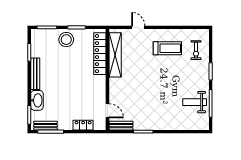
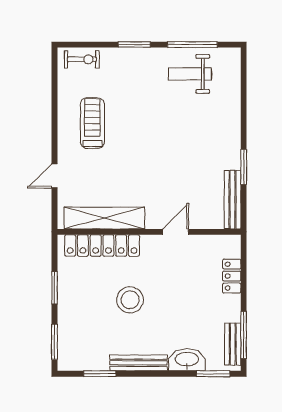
stool: (66, 40) -> (130, 300), moved
exercise bike: (196, 50) -> (82, 59), moved
weight bench: (195, 102) -> (190, 74), turned 90
door: (107, 111) -> (176, 232), moved
bench: (121, 126) -> (233, 200), width x1.36

